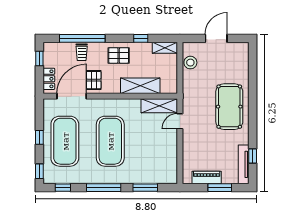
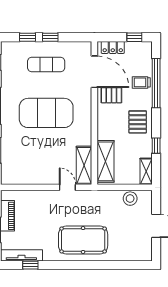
shelving: (140, 86) -> (105, 161), moved
exercise mat: (65, 141) -> (46, 65), width x0.50, depth x0.69
window: (39, 171) -> (27, 37), moved

